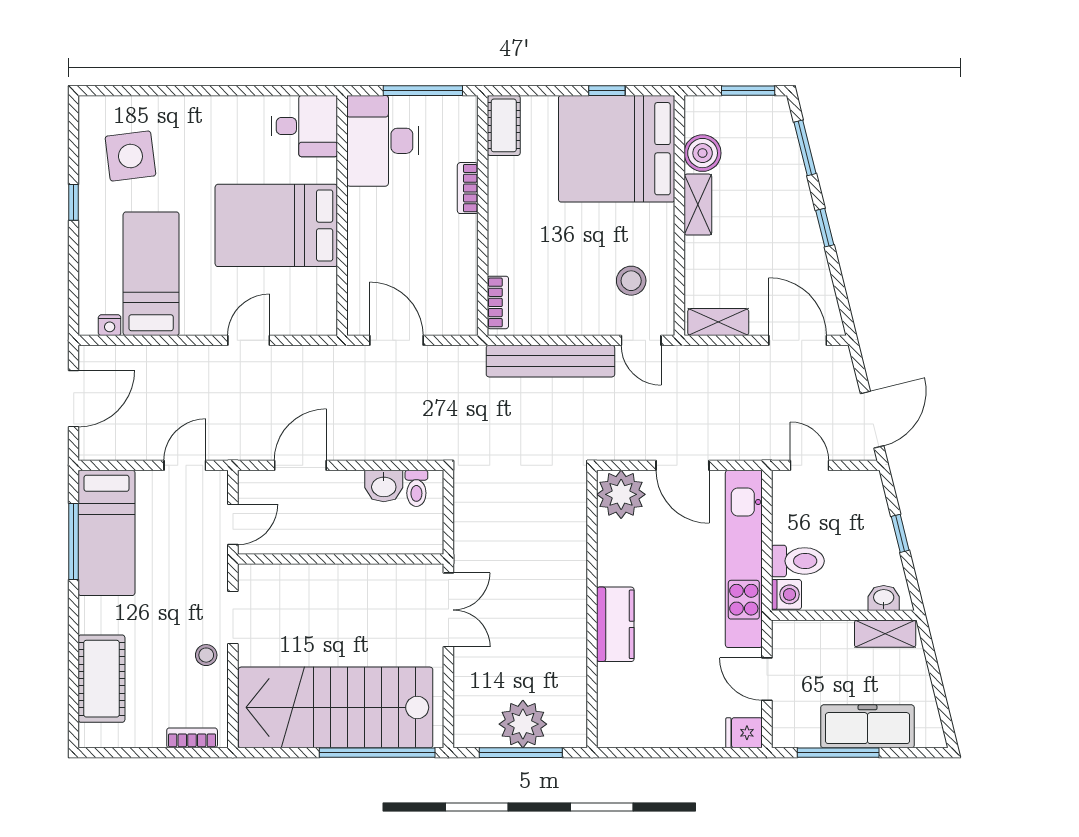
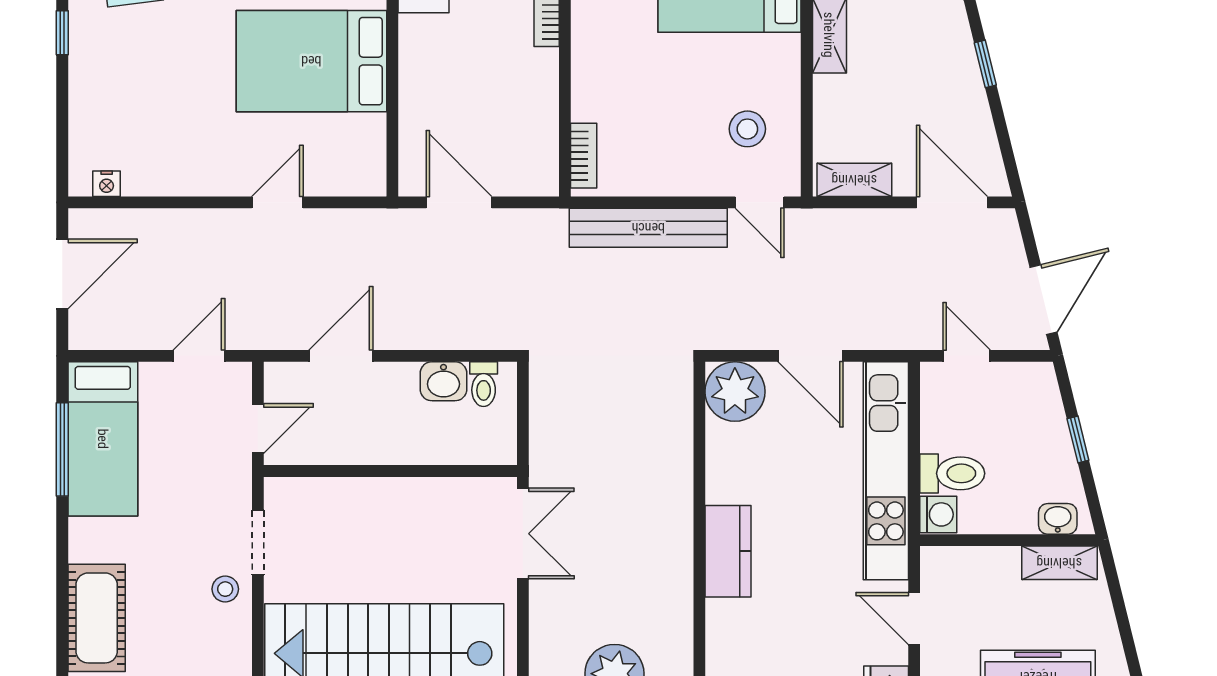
bed: (151, 274) -> (158, 120), removed

